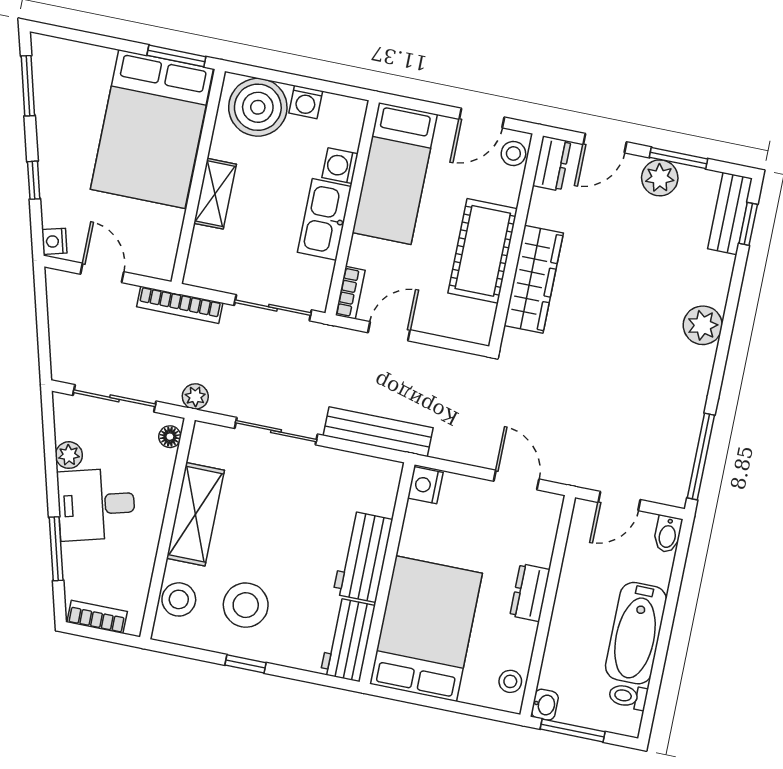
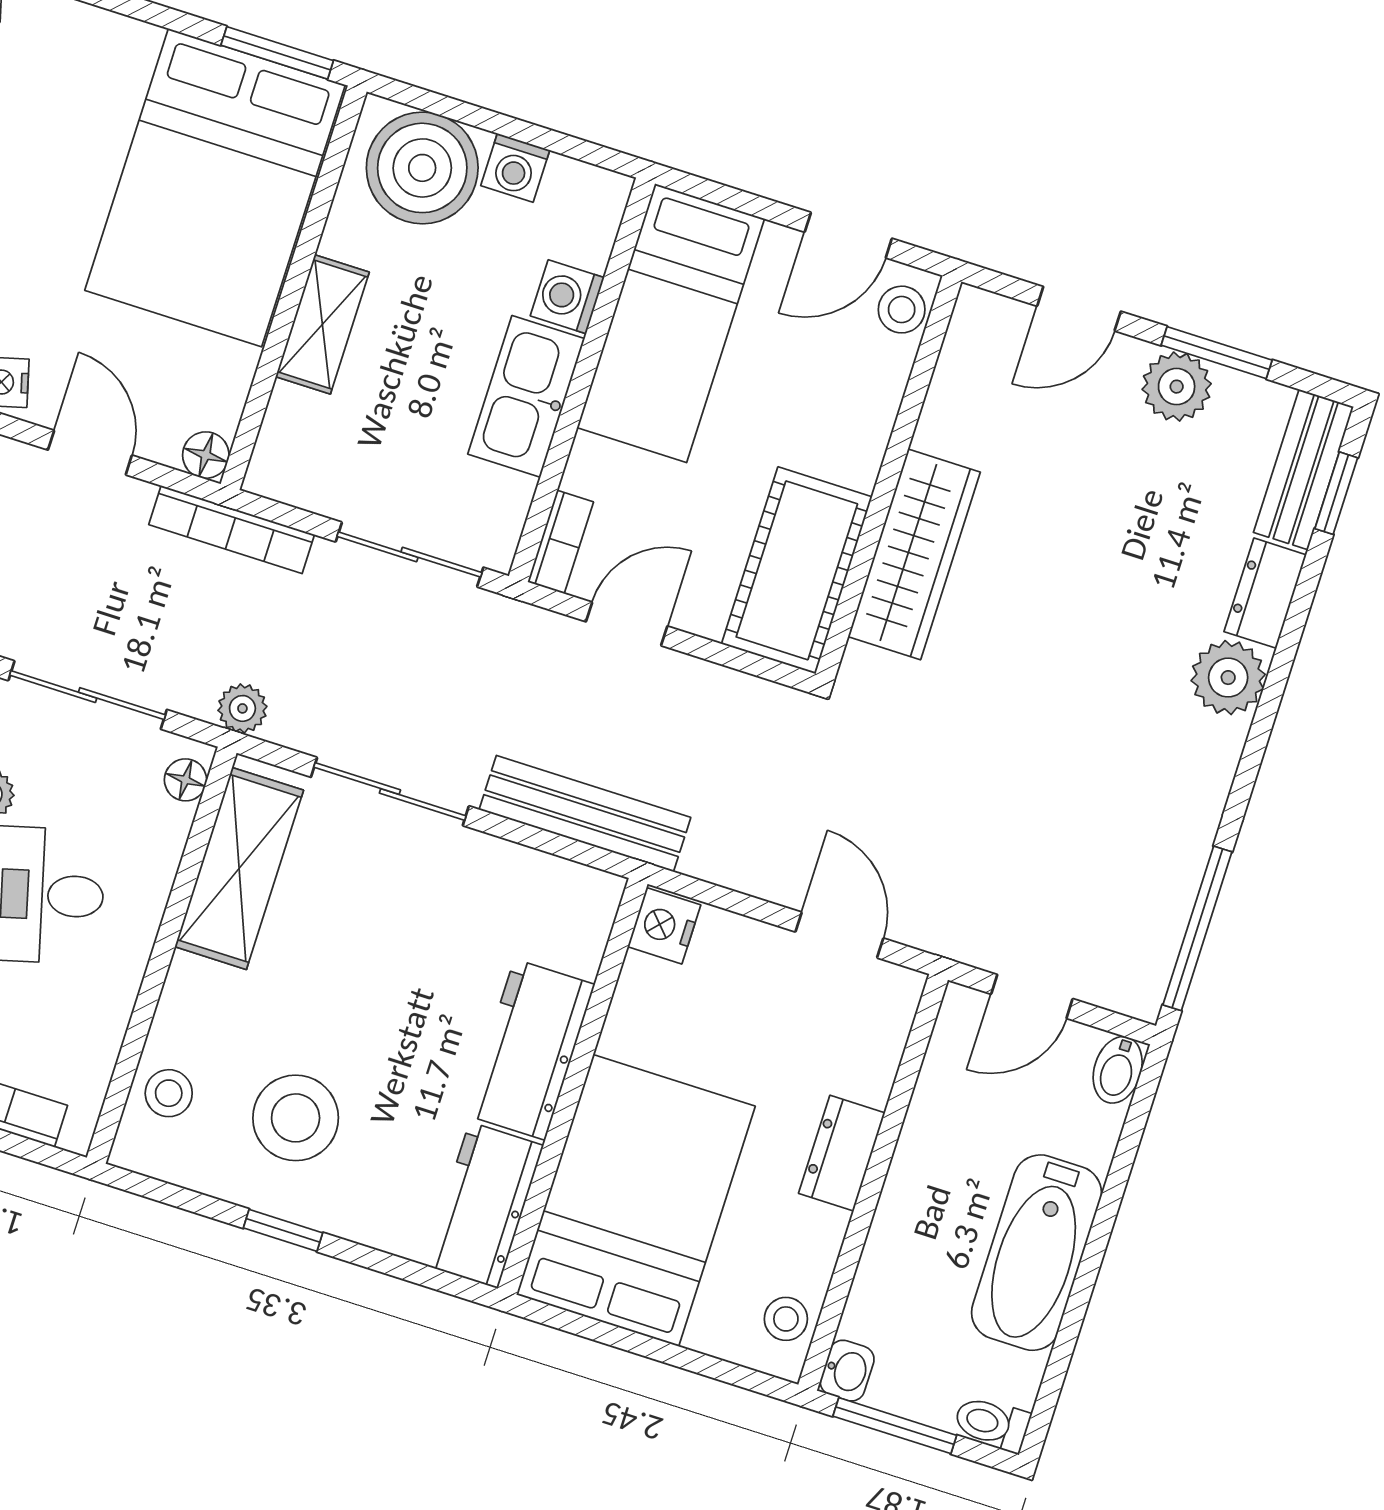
dresser: (552, 163) -> (1265, 593), moved, turned 180
cot: (483, 251) -> (797, 570), moved
floor lamp: (162, 268) -> (206, 455), added
shelving: (195, 514) -> (239, 868), moved
stool: (179, 599) -> (169, 1093), width x0.73, depth x0.73
toilet: (628, 696) -> (992, 1424), moved

